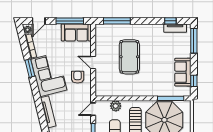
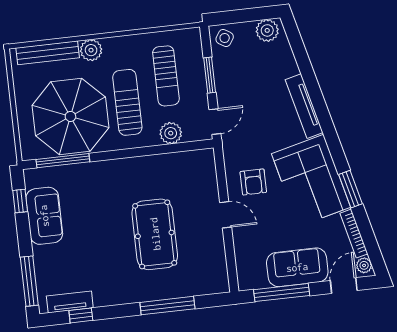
window: (117, 21) -> (167, 306), moved
sofa: (76, 32) -> (297, 267), moved

